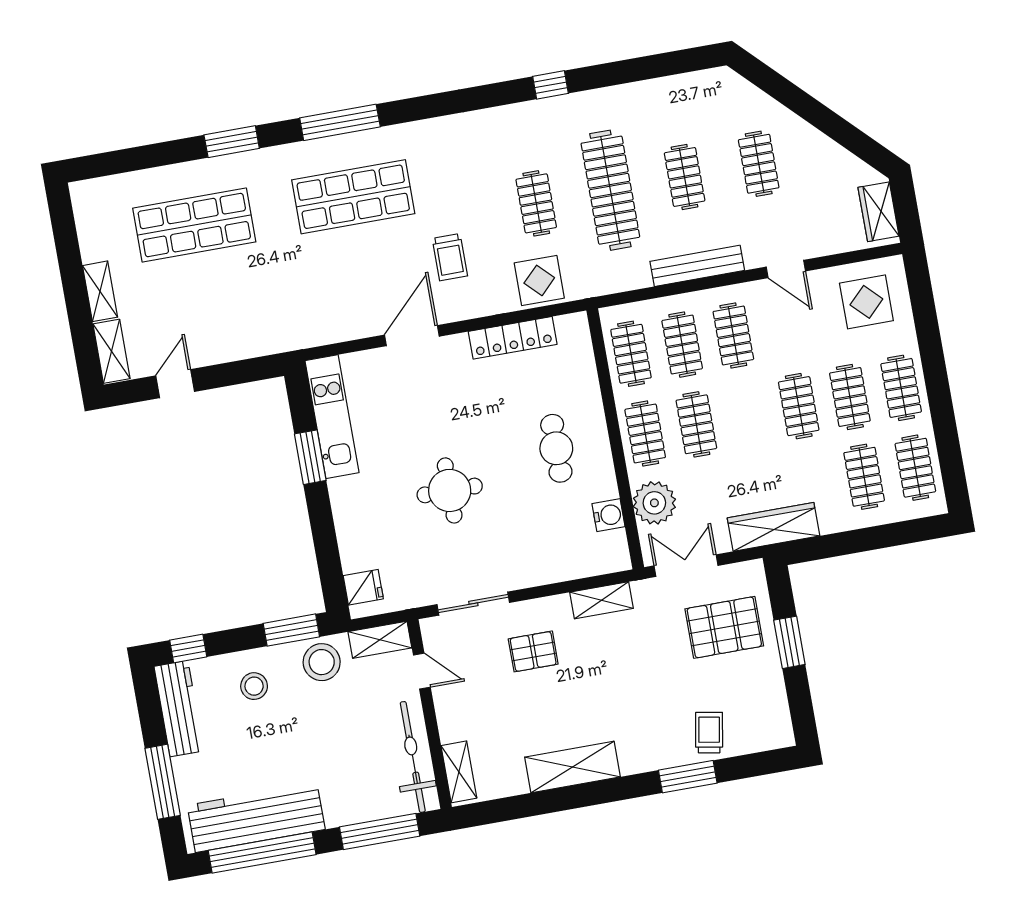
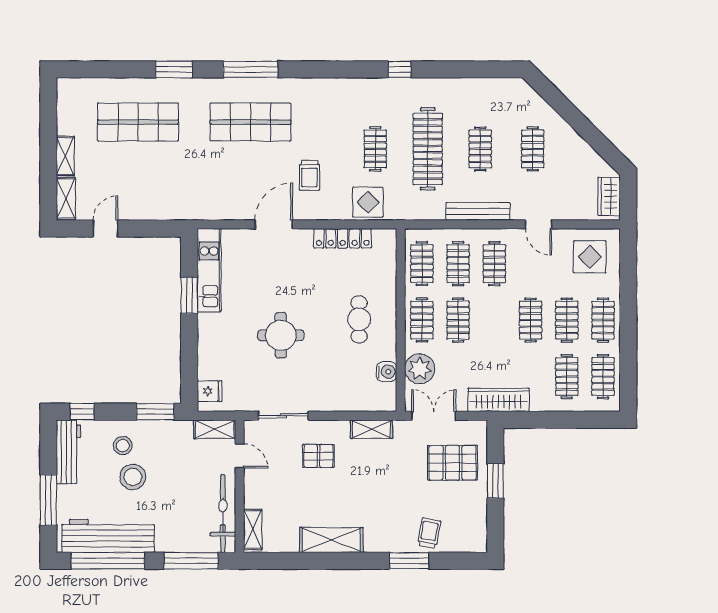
stool: (322, 662) -> (133, 477), moved

